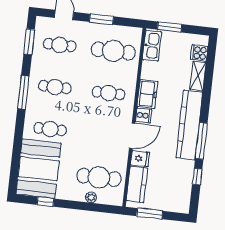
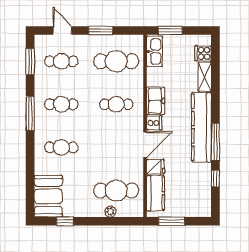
booth: (39, 169) -> (48, 196), width x0.73, depth x0.70

